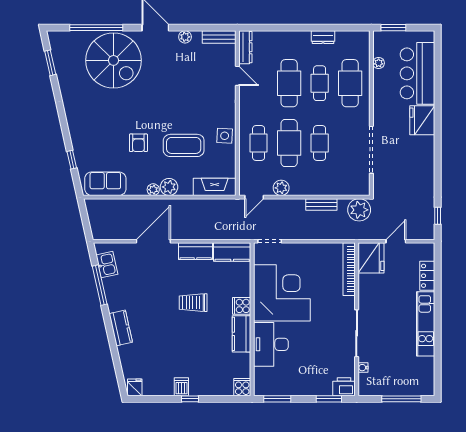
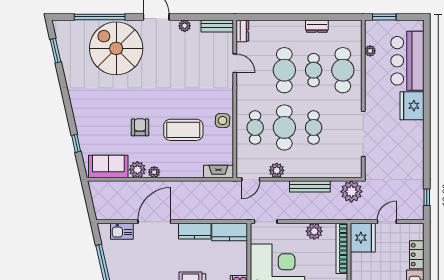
dresser: (245, 47) -> (242, 31), width x0.70
spiral stairs: (114, 60) -> (116, 48), turned 180
armchair: (138, 143) -> (140, 127), turned 180
plant: (169, 187) -> (137, 170), moved
fireplace: (215, 187) -> (218, 172), width x0.73, depth x0.76
bench: (321, 204) -> (310, 186), width x1.36
plant: (320, 251) -> (314, 231), added
kitchen sink: (107, 265) -> (122, 231), moved, turned 103

